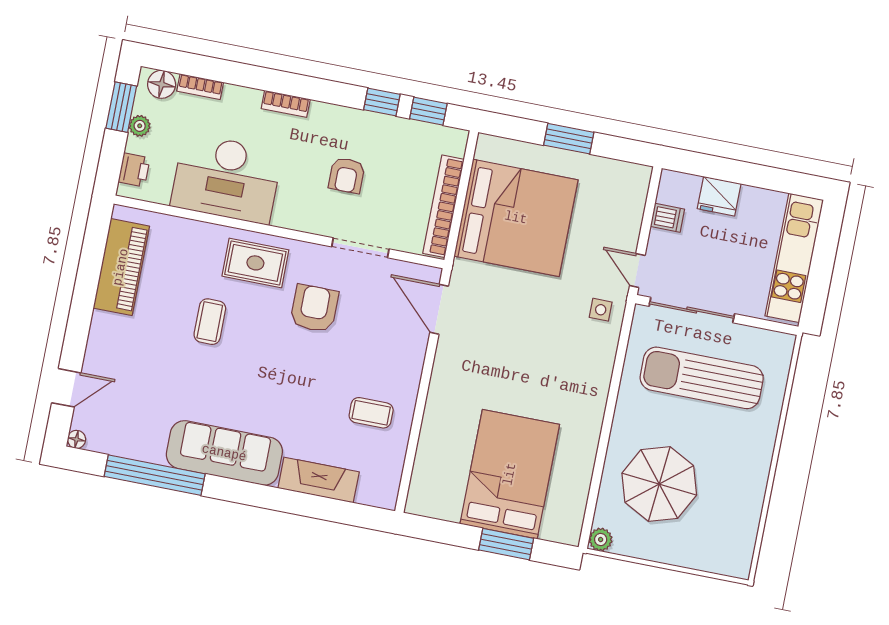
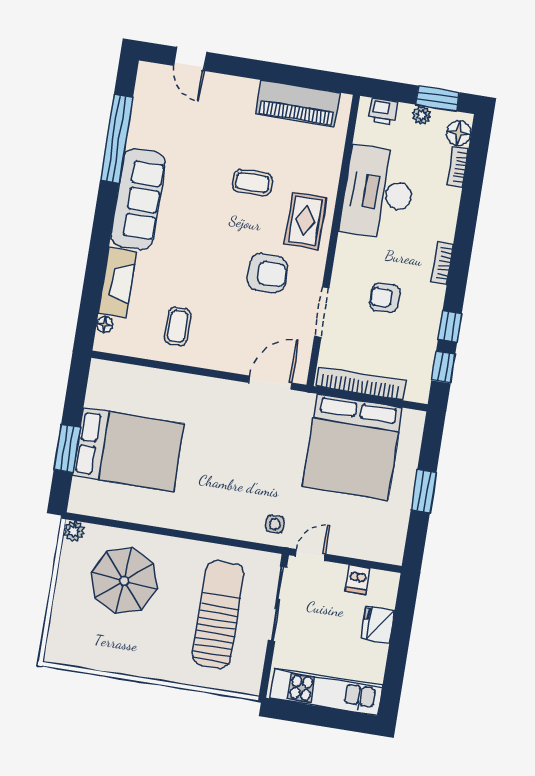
bookcase: (286, 104) -> (442, 263), moved
floor lamp: (77, 439) -> (105, 324), moved

